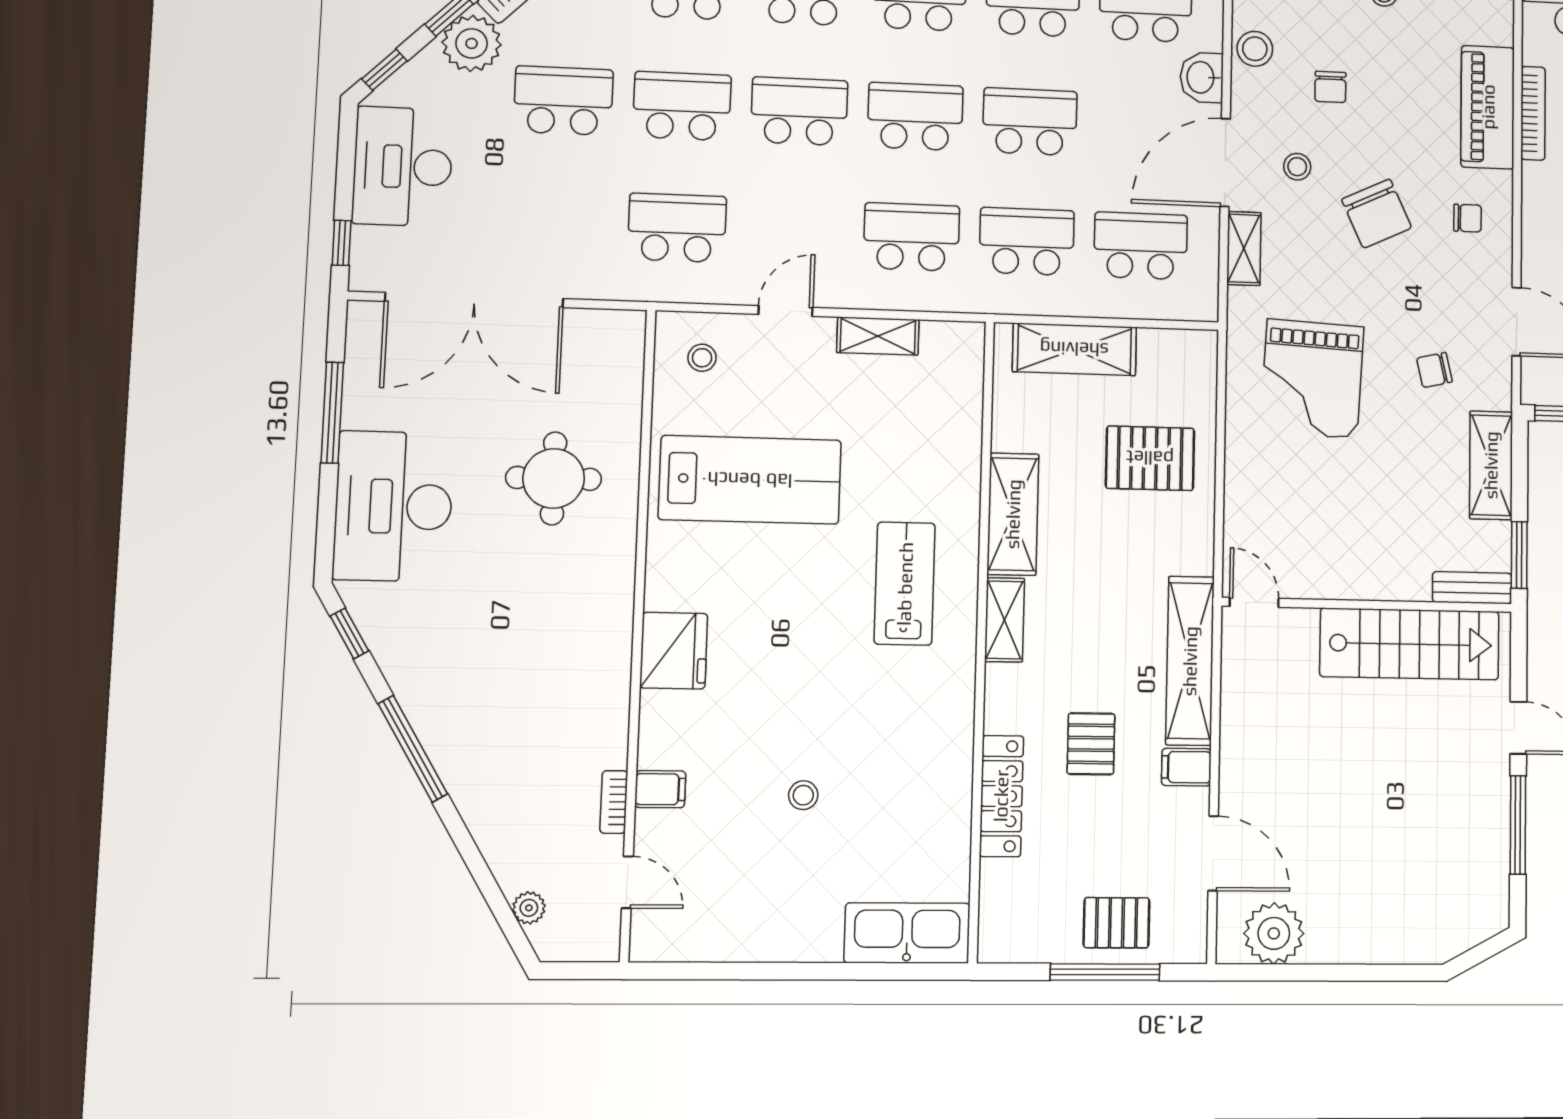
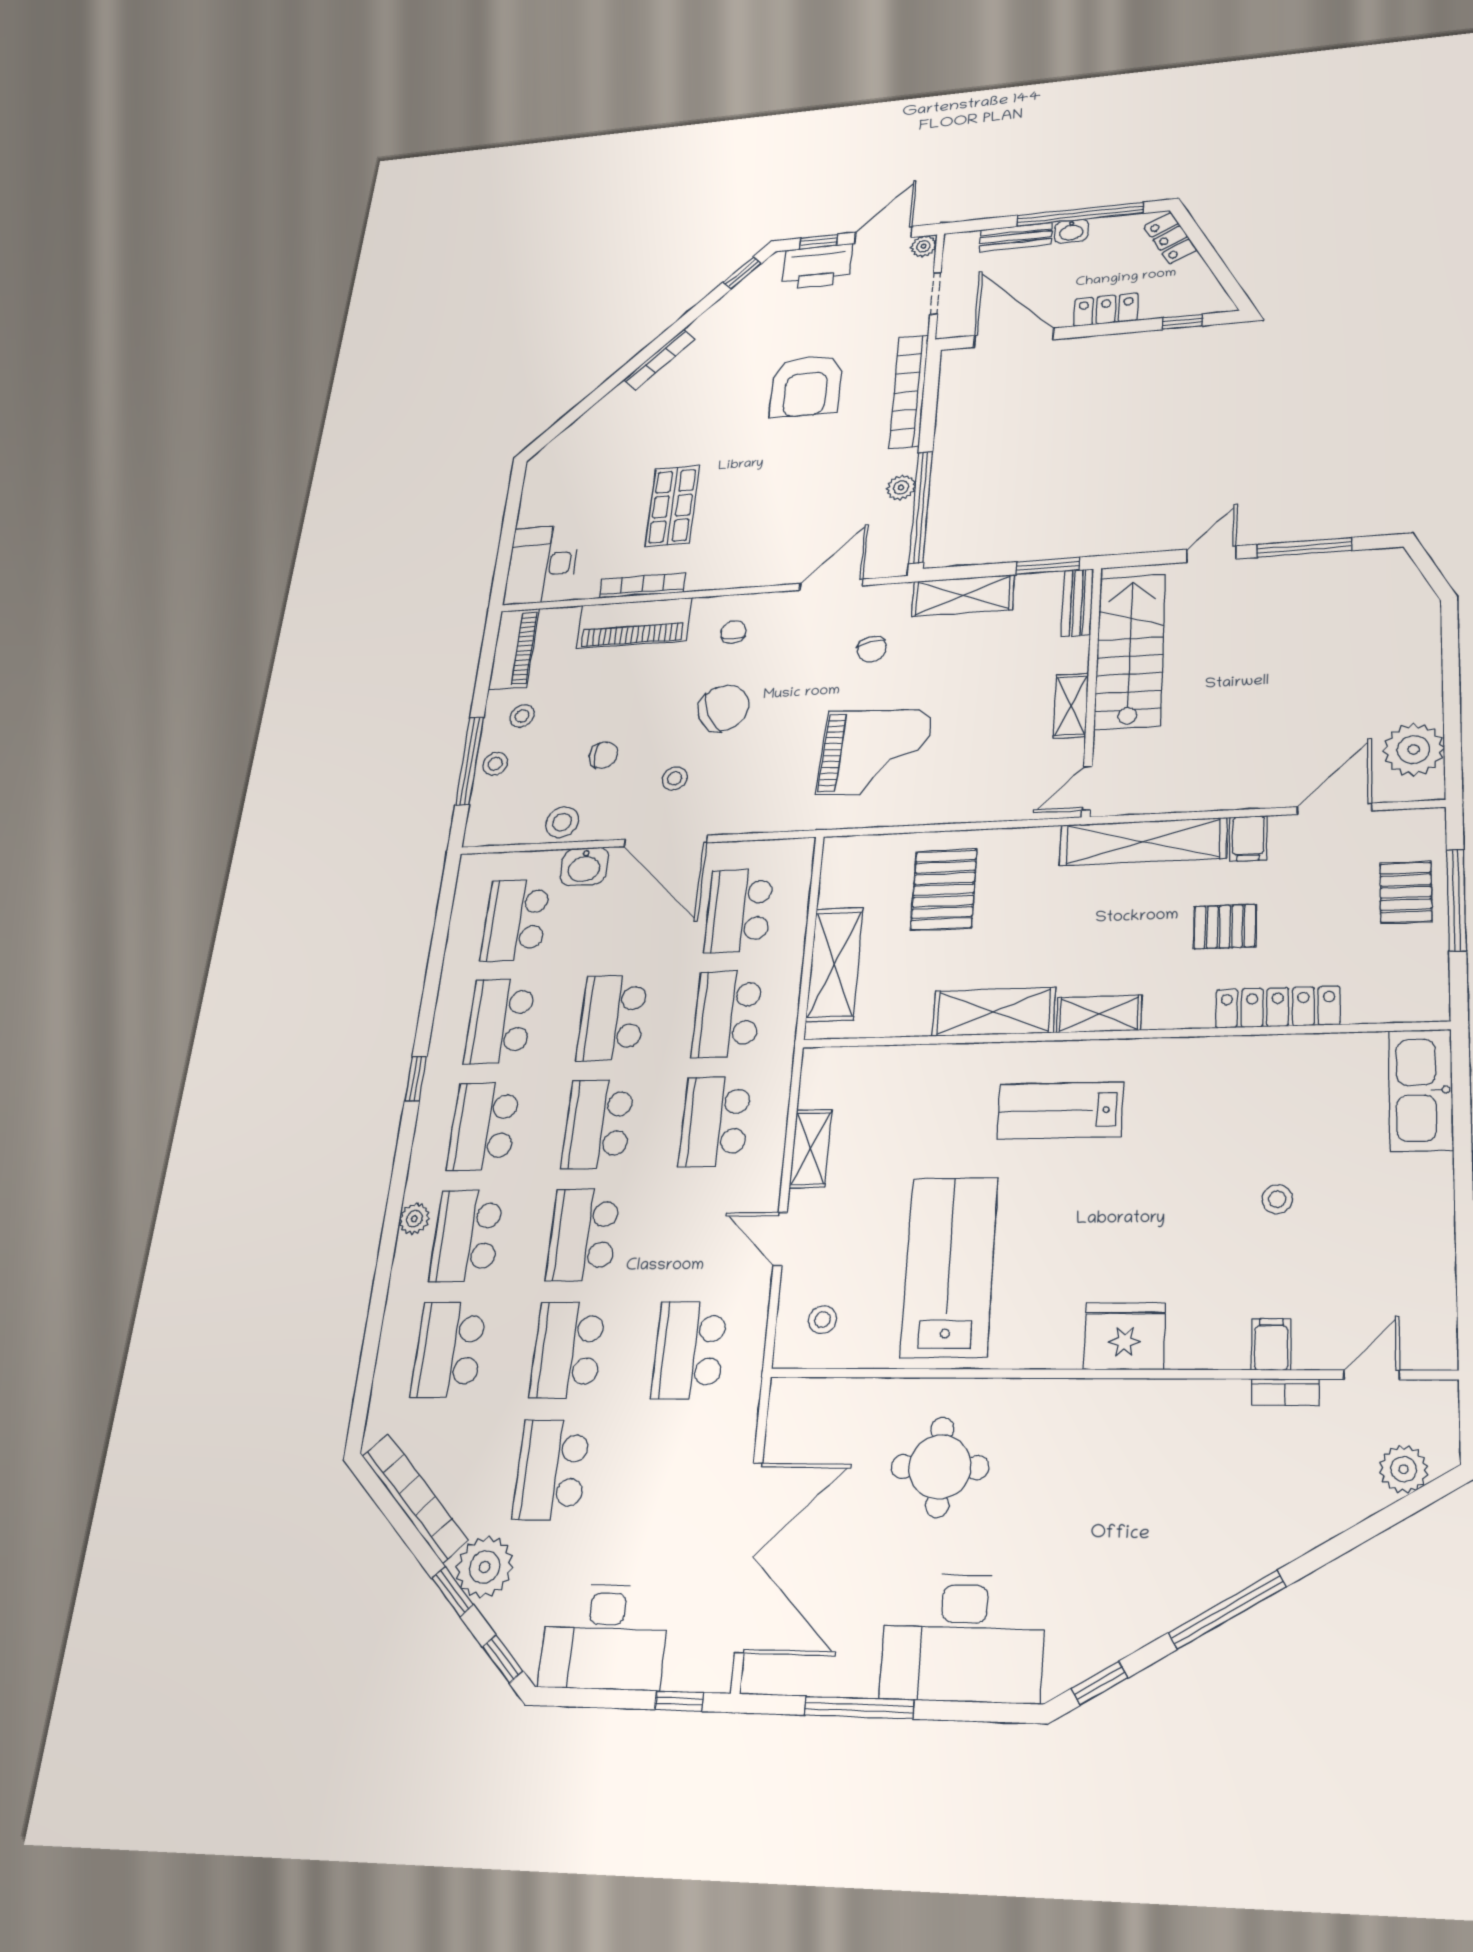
shelving: (1244, 248) -> (1071, 706), moved, turned 90
plant: (529, 908) -> (1404, 1469), width x1.38, depth x1.38

